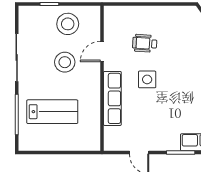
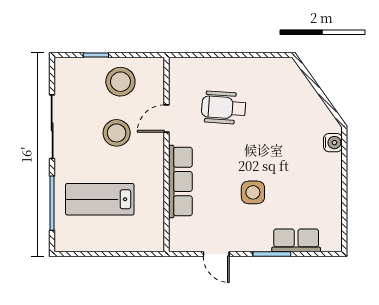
wheelchair: (145, 43) -> (224, 108), width x1.36, depth x1.37
side table: (147, 79) -> (253, 192), moved
lab bench: (52, 112) -> (100, 199), turned 180

